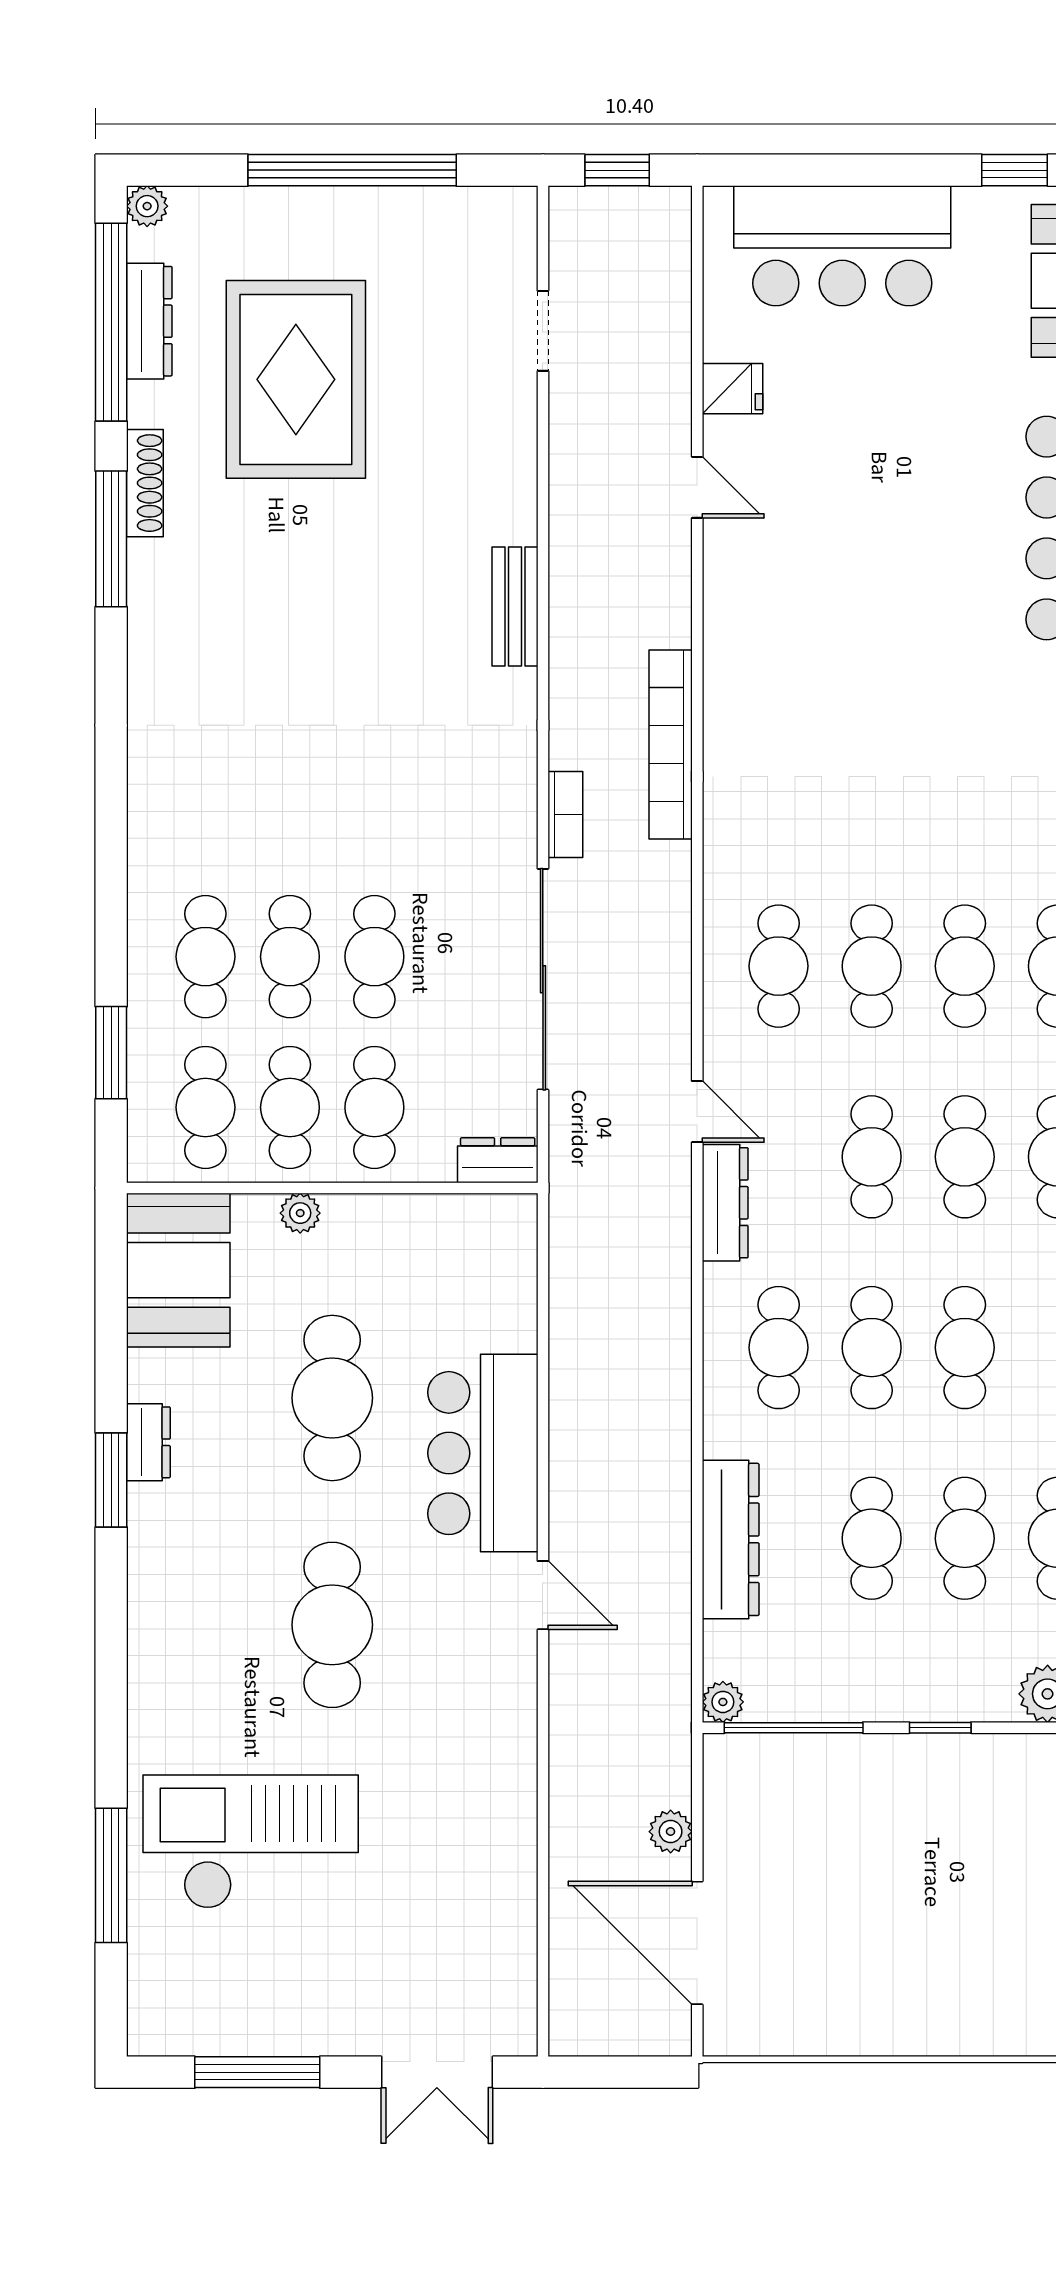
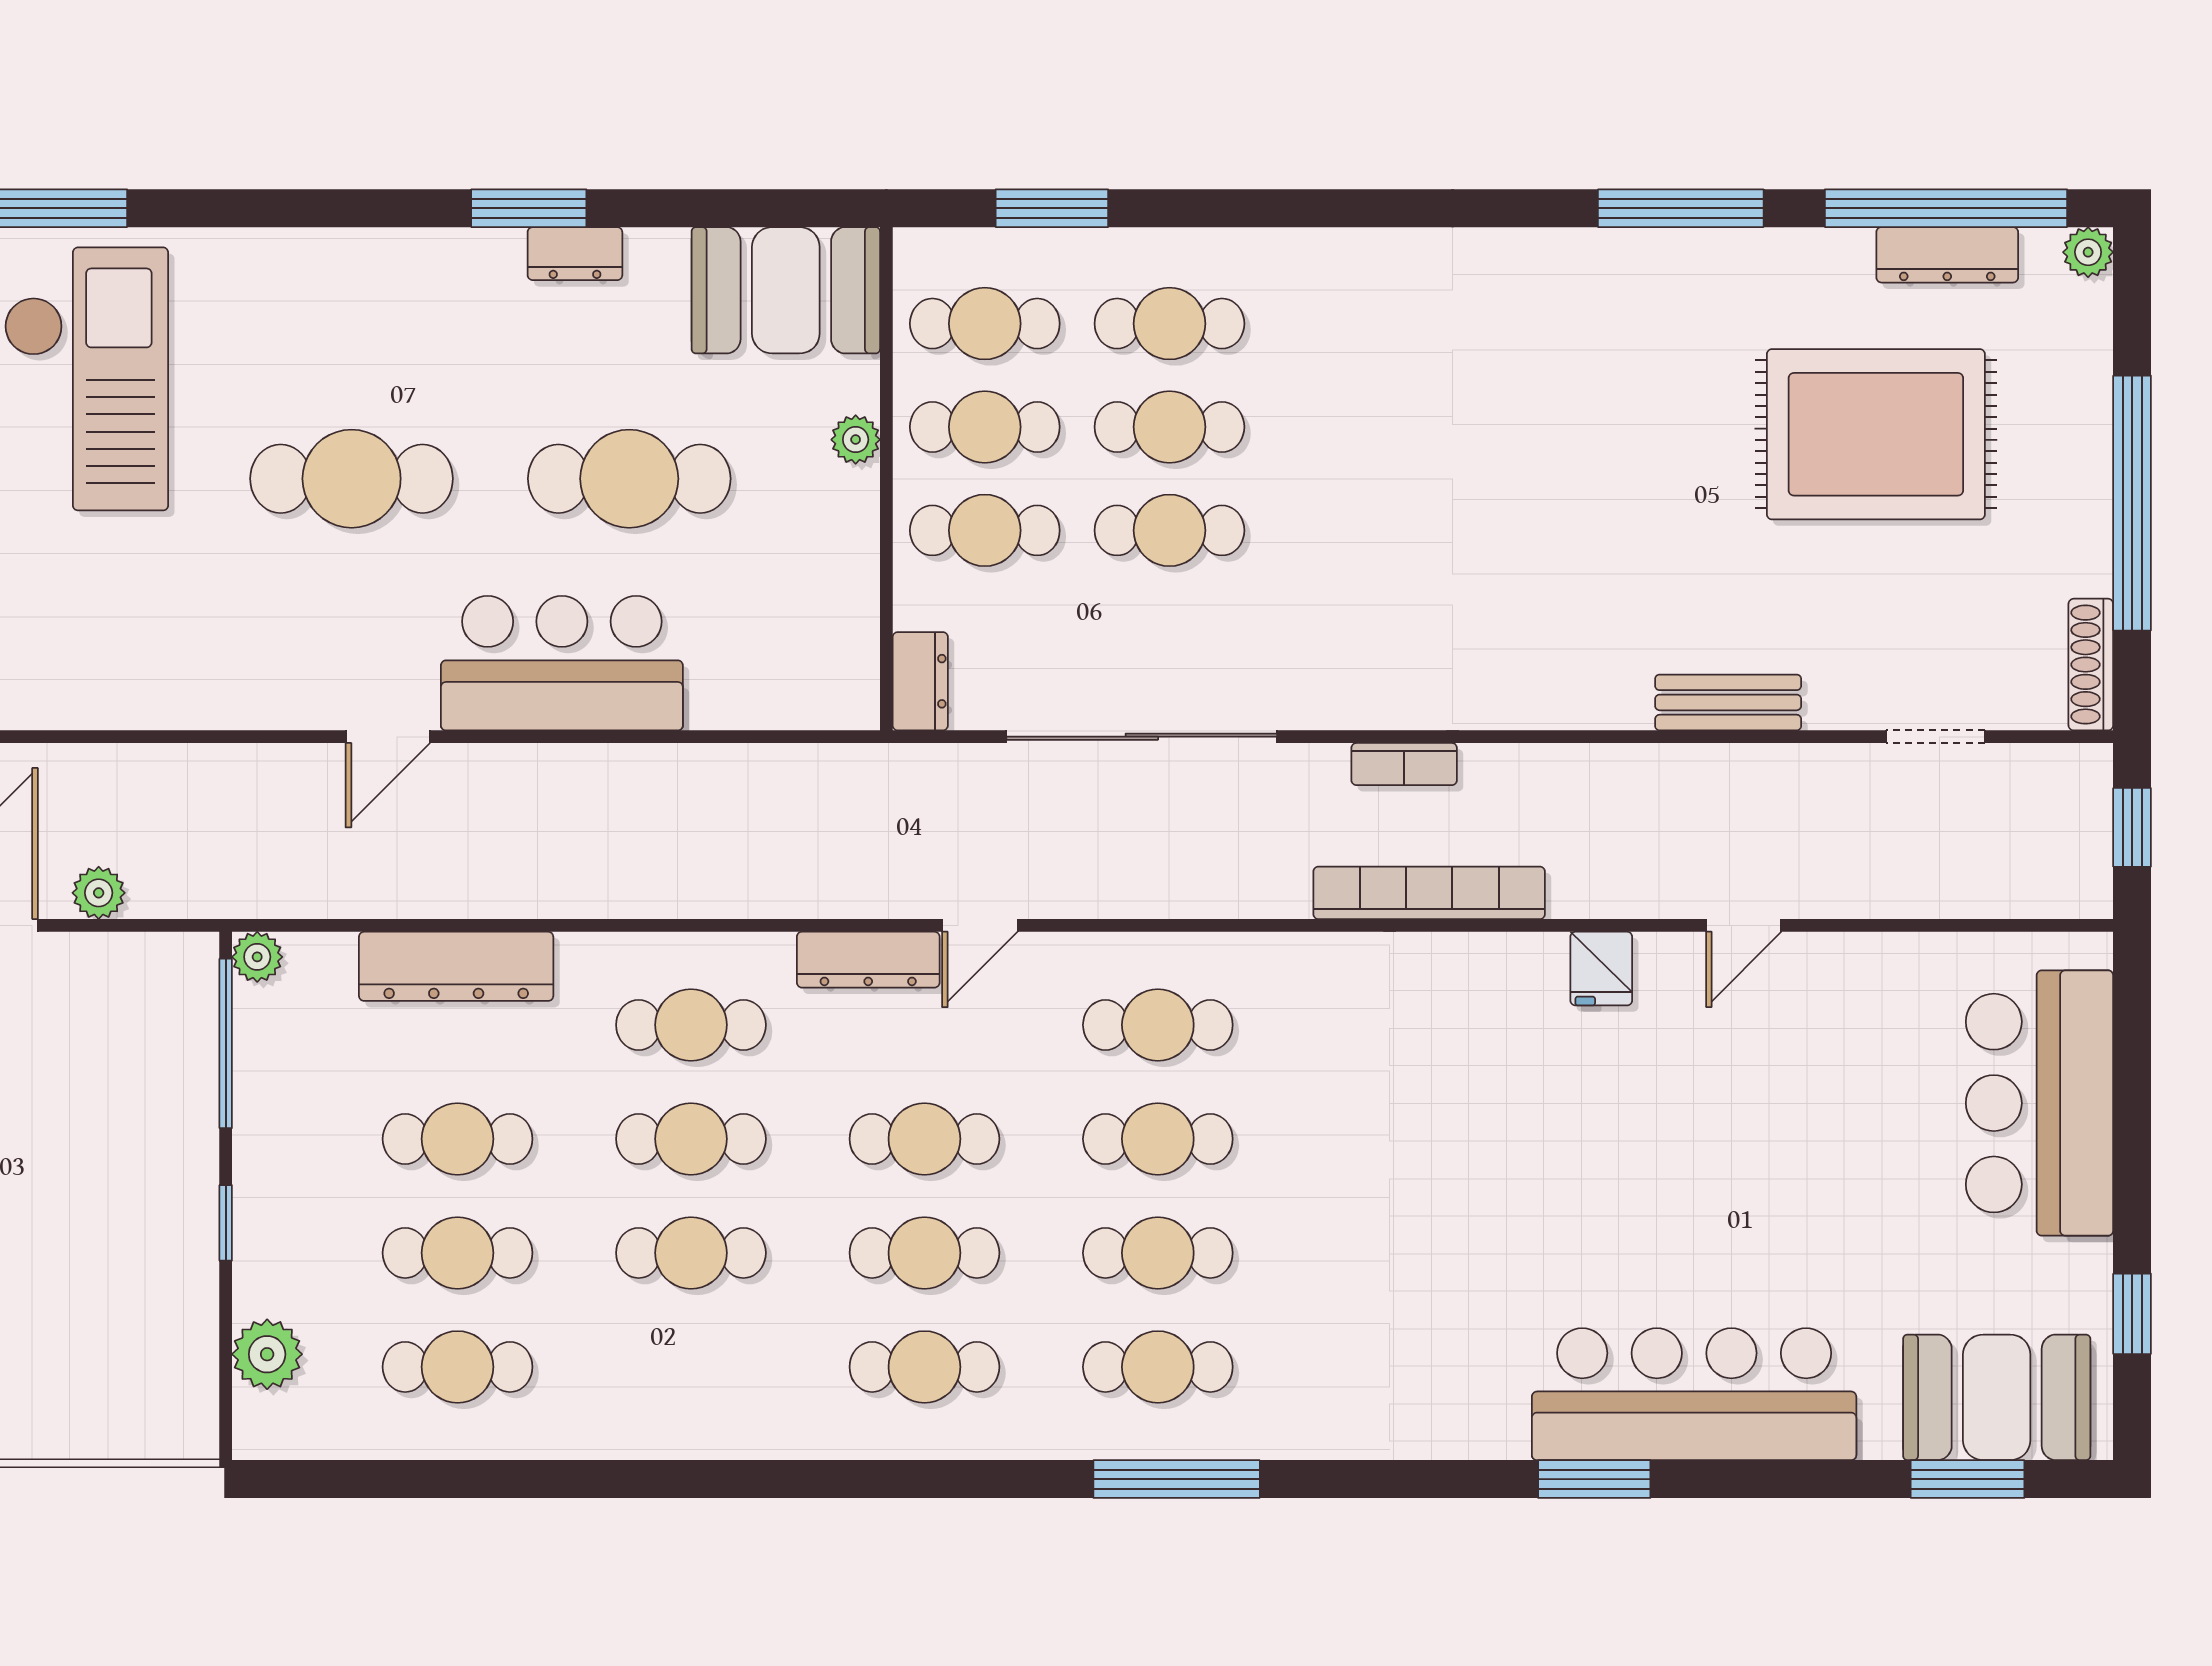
fridge: (732, 389) -> (1601, 969), moved
shoe rack: (145, 483) -> (2091, 665), moved, turned 90
bench: (515, 607) -> (1728, 702), moved
bookcase: (565, 815) -> (1404, 764), moved

